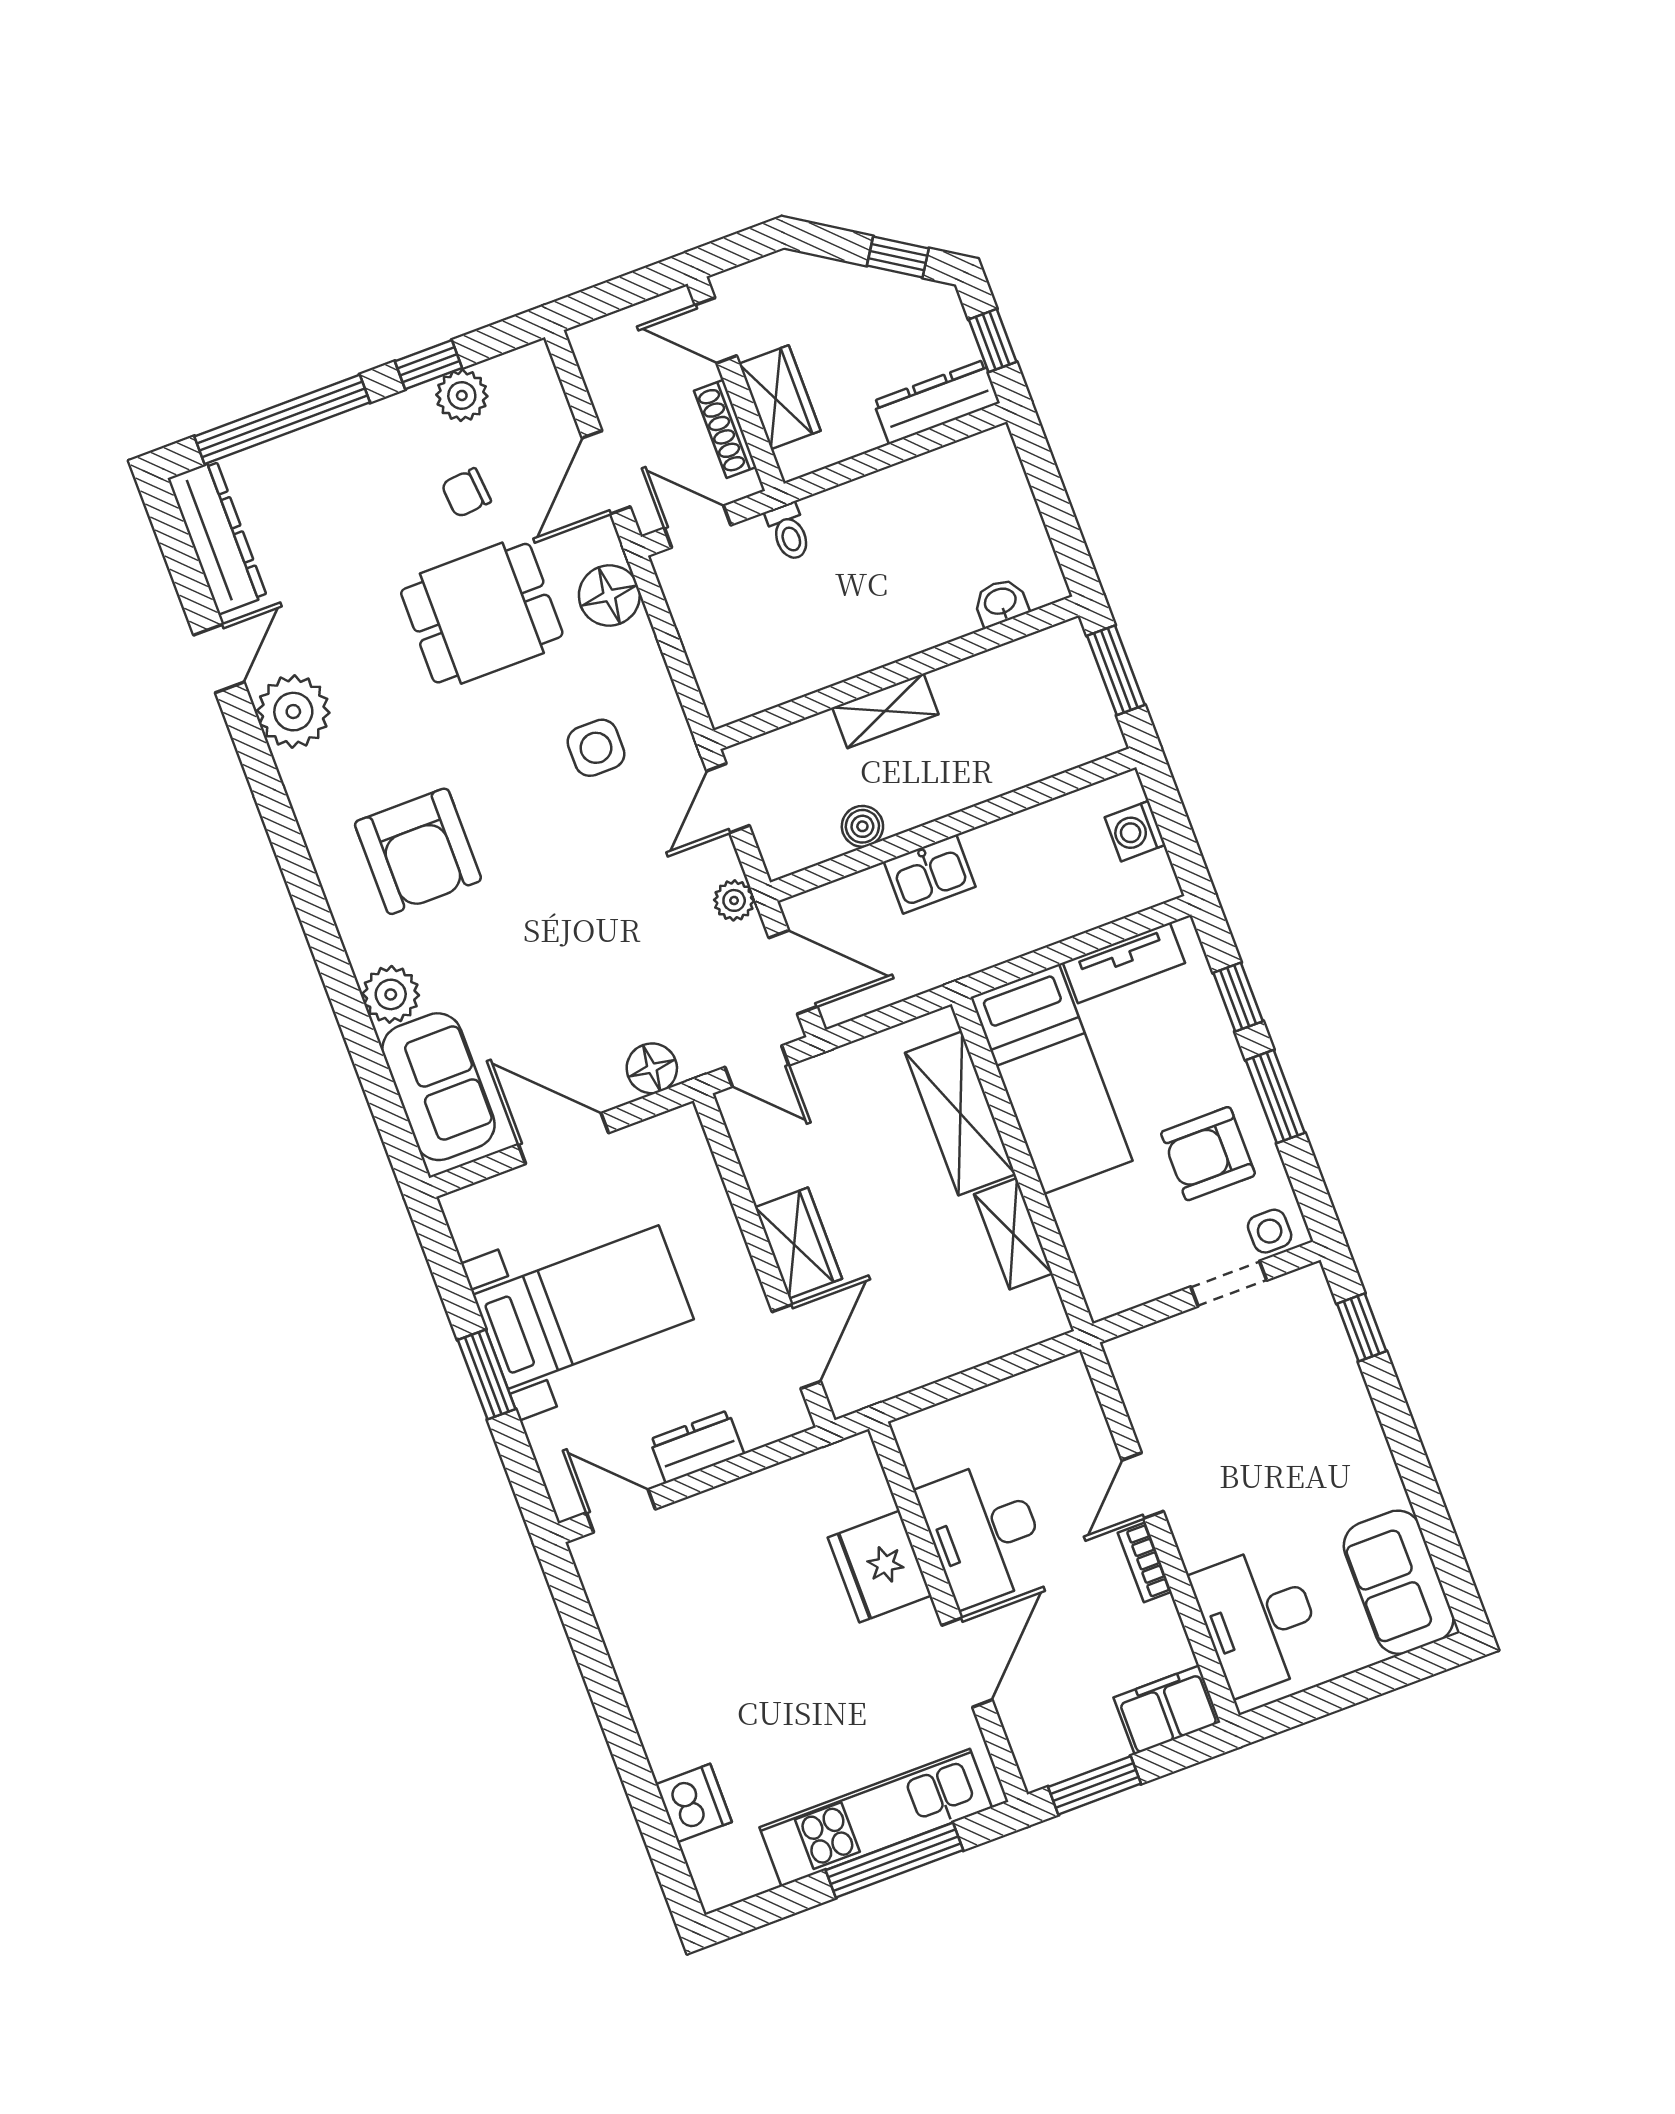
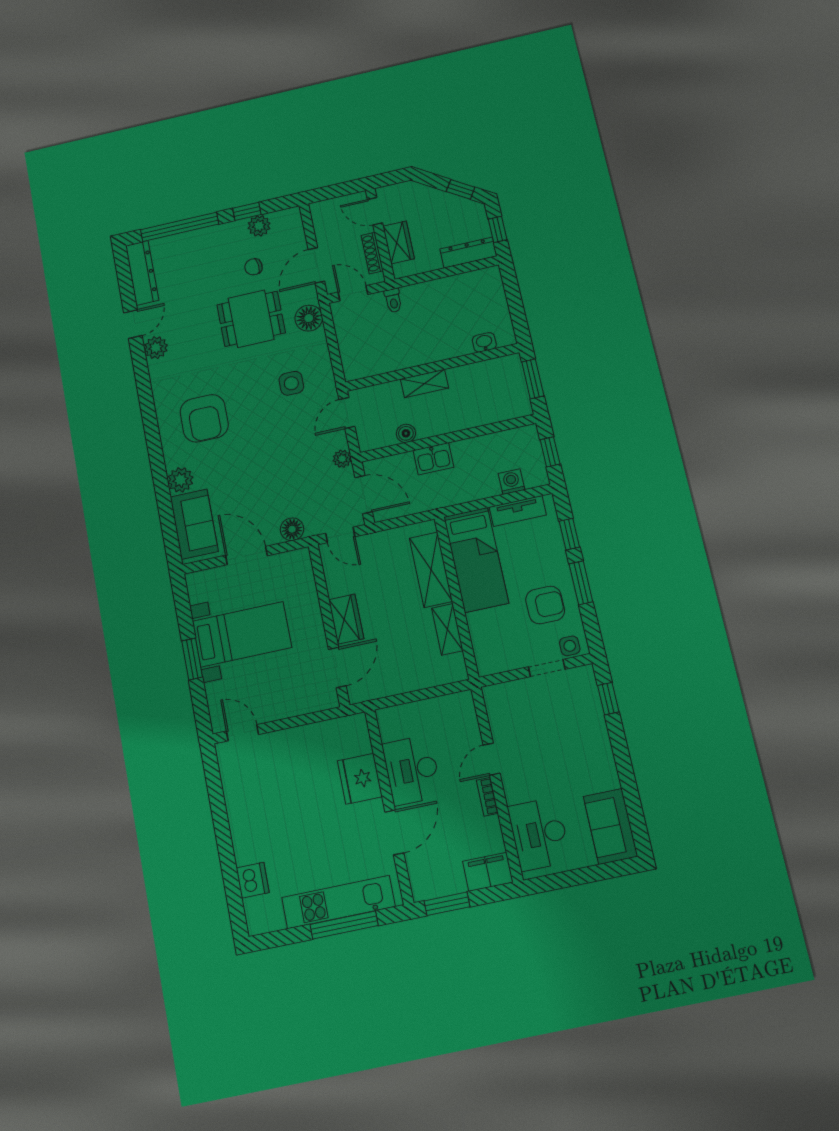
plant: (293, 712) -> (156, 348), width x0.73, depth x0.73
window: (1174, 826) -> (550, 452), added
washing machine: (1135, 831) -> (511, 482), moved, turned 90
armchair: (1208, 1154) -> (545, 605), turned 180
dresser: (697, 1447) -> (283, 708), removed

